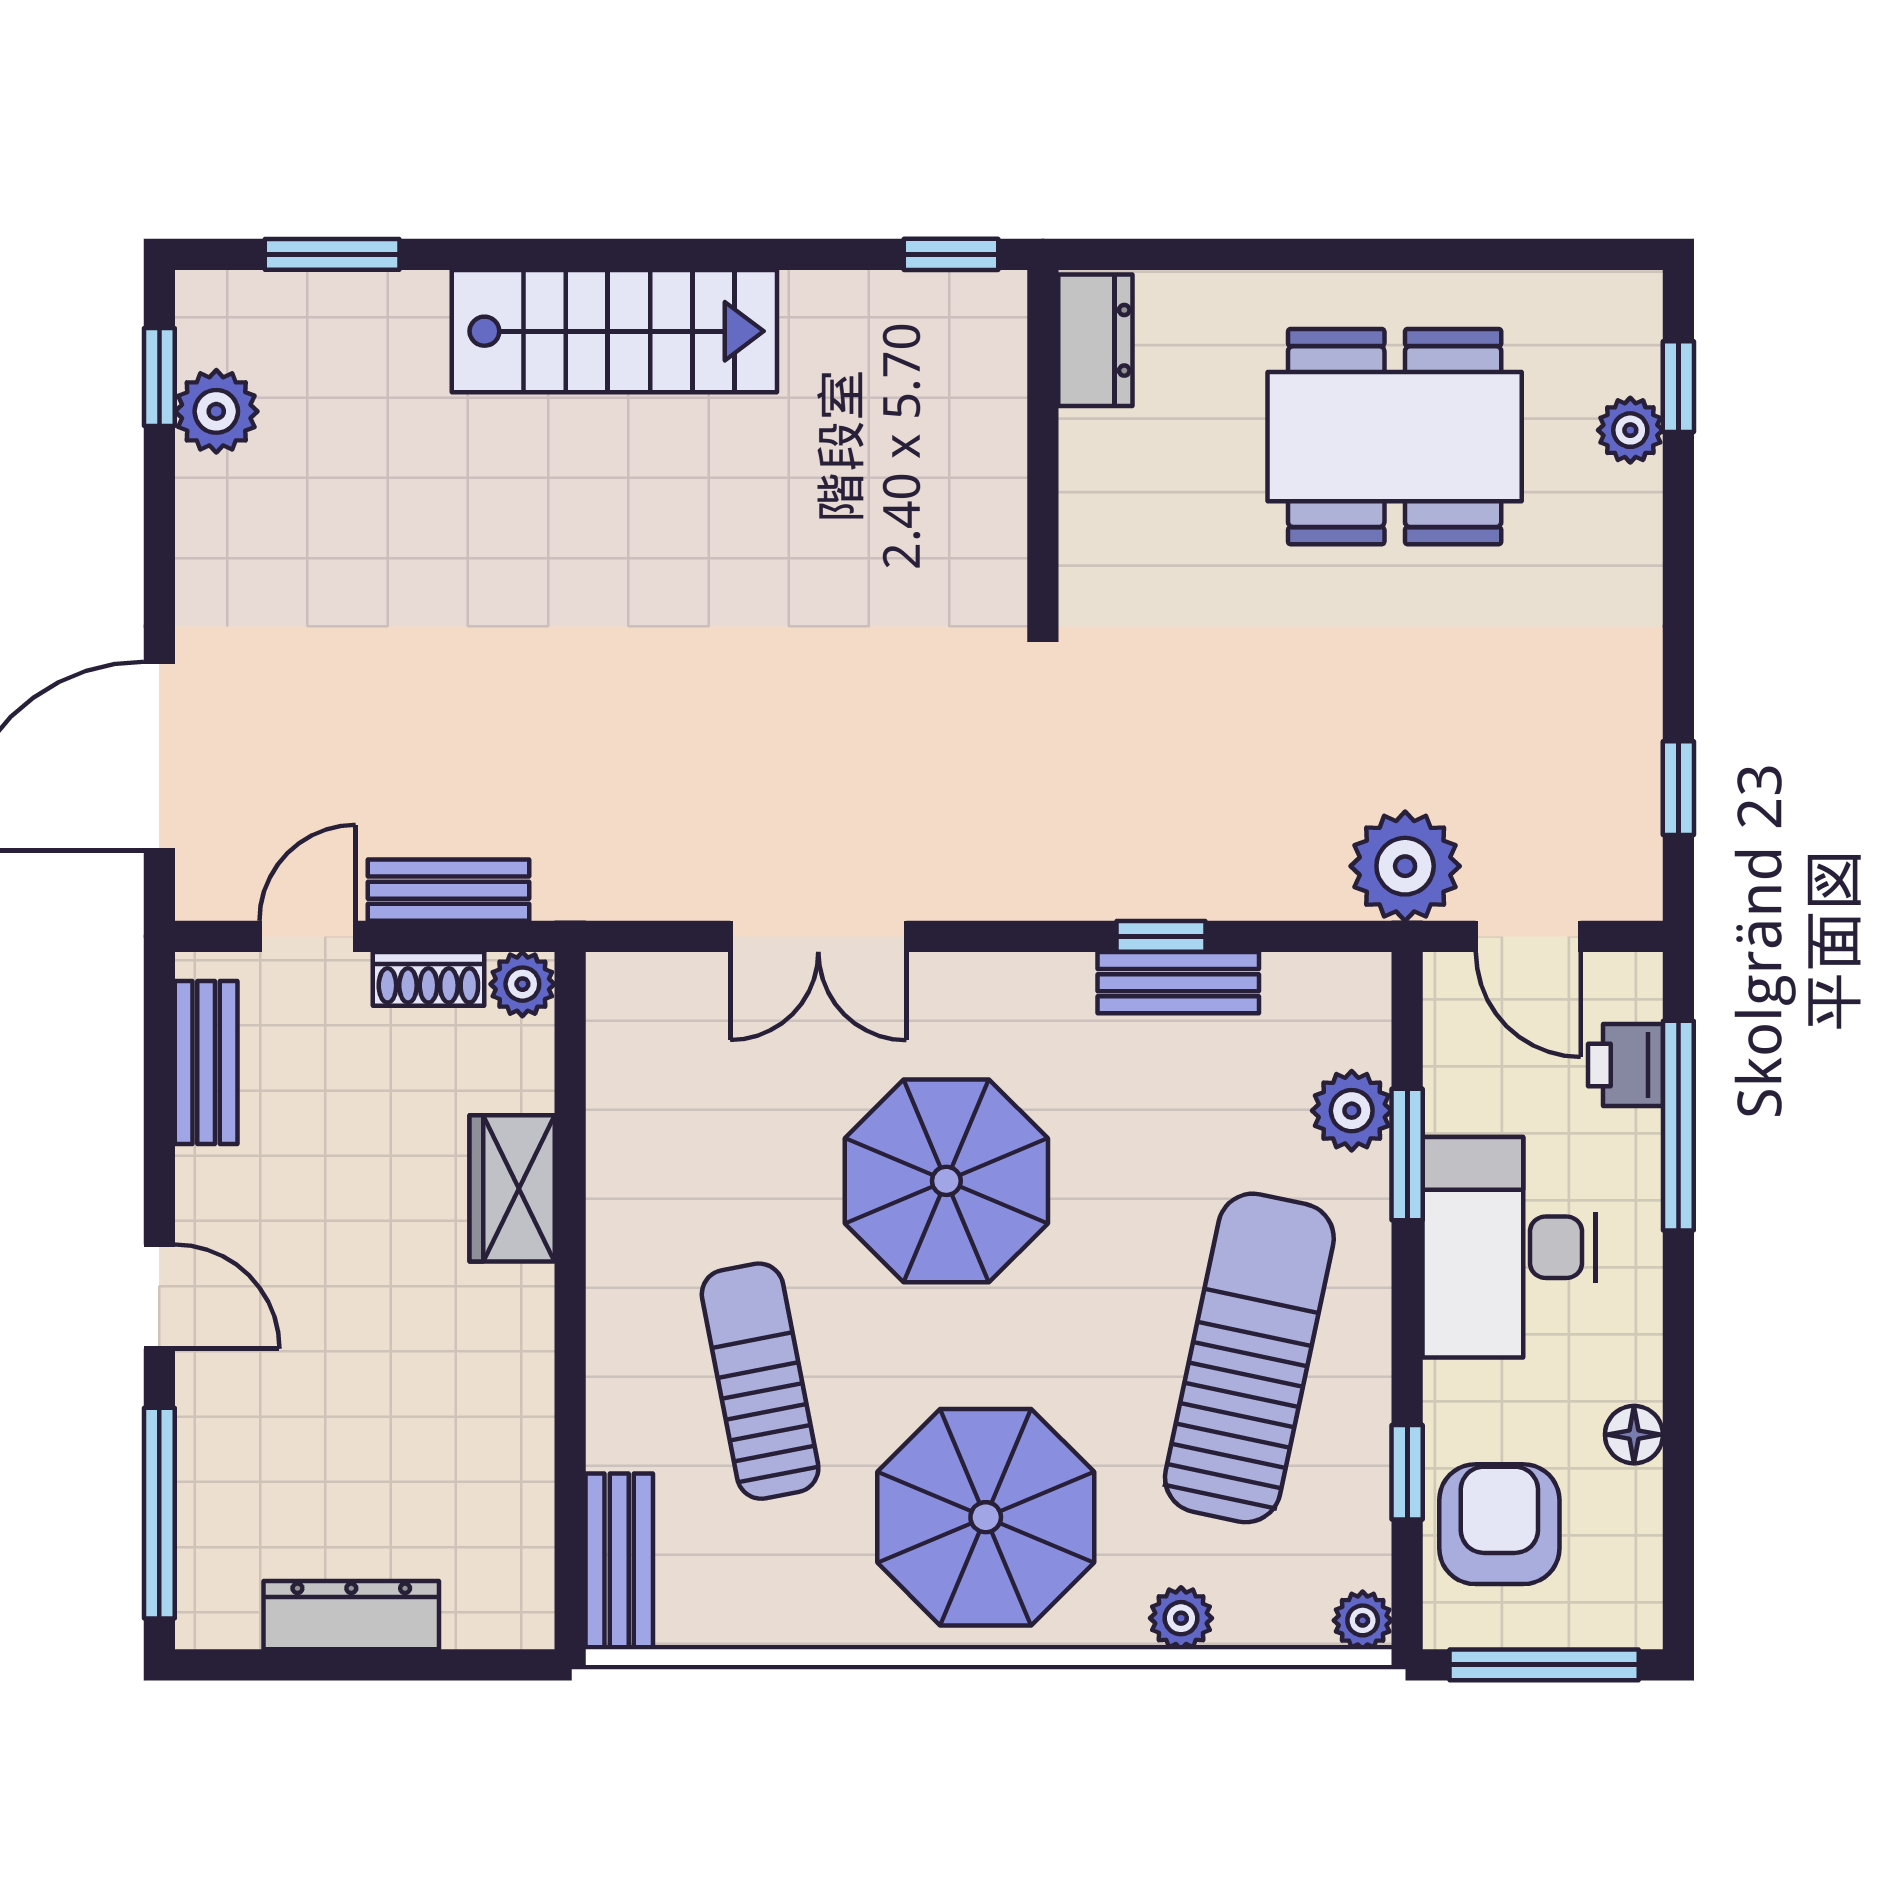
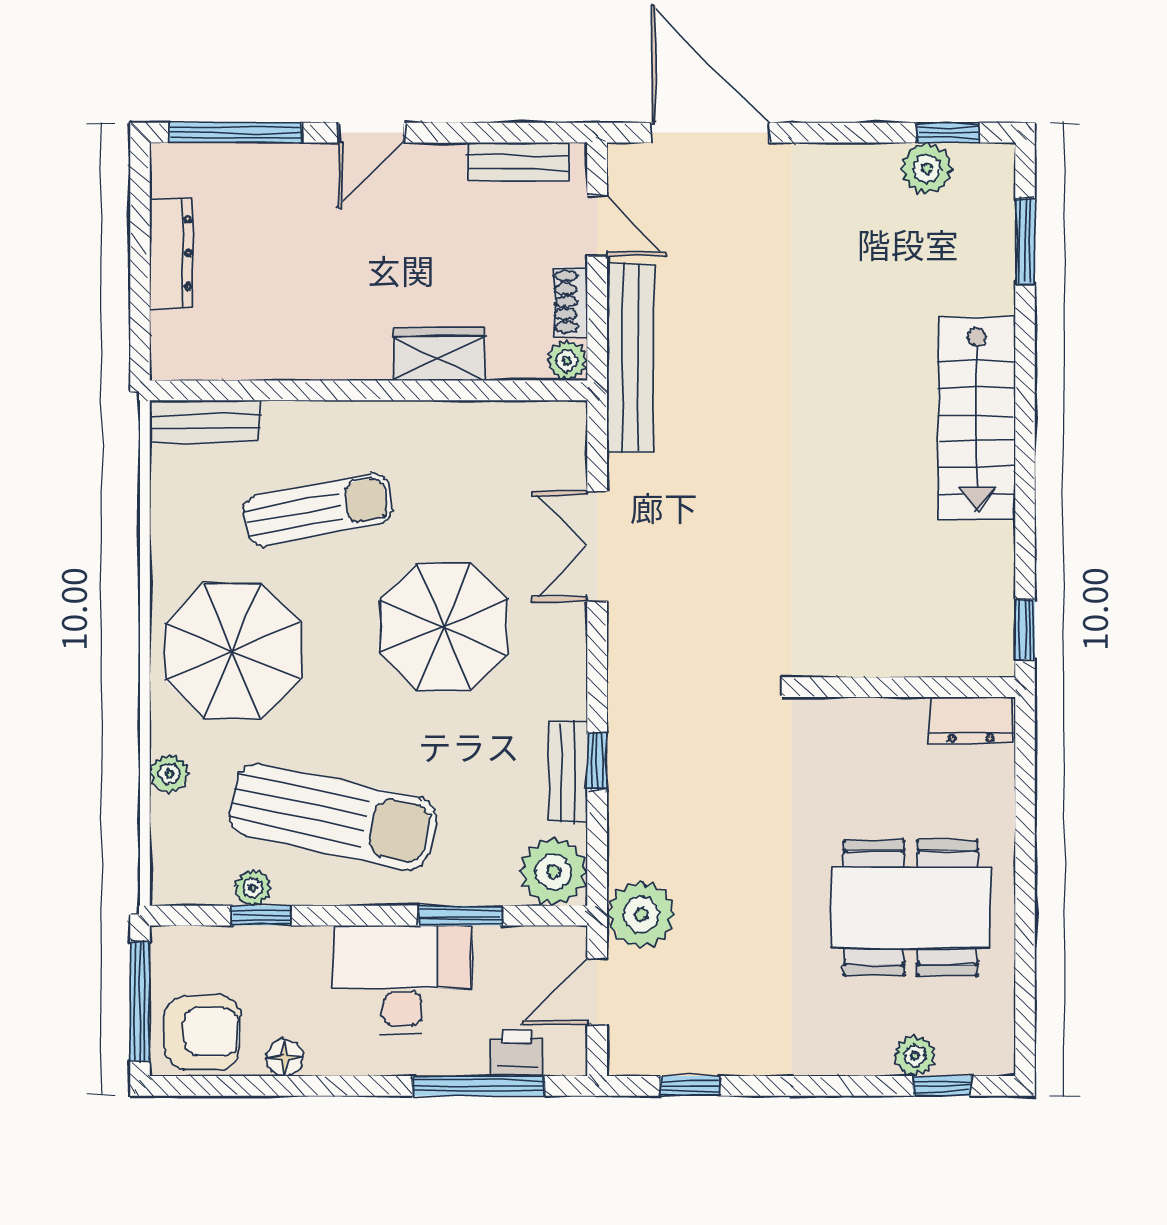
dining table: (1395, 437) -> (911, 908), turned 90
bench: (448, 890) -> (630, 358), width x1.86, depth x1.21
plant: (1352, 1111) -> (553, 872), moved, width x1.36, depth x1.36
armchair: (1499, 1524) -> (202, 1032), moved
plant: (1363, 1620) -> (253, 888), moved

